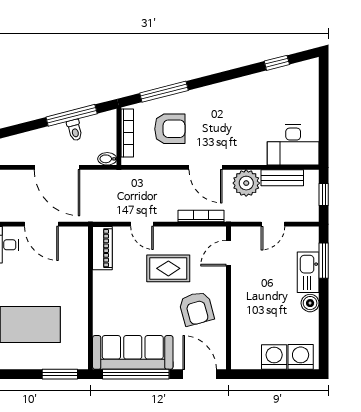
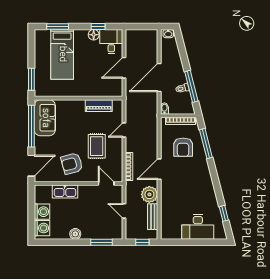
desk: (293, 145) -> (198, 227), moved, turned -90
piano: (102, 248) -> (99, 106), moved
kitchen sink: (308, 272) -> (65, 192), moved, turned 180
sofa: (133, 352) -> (45, 118), width x0.73

